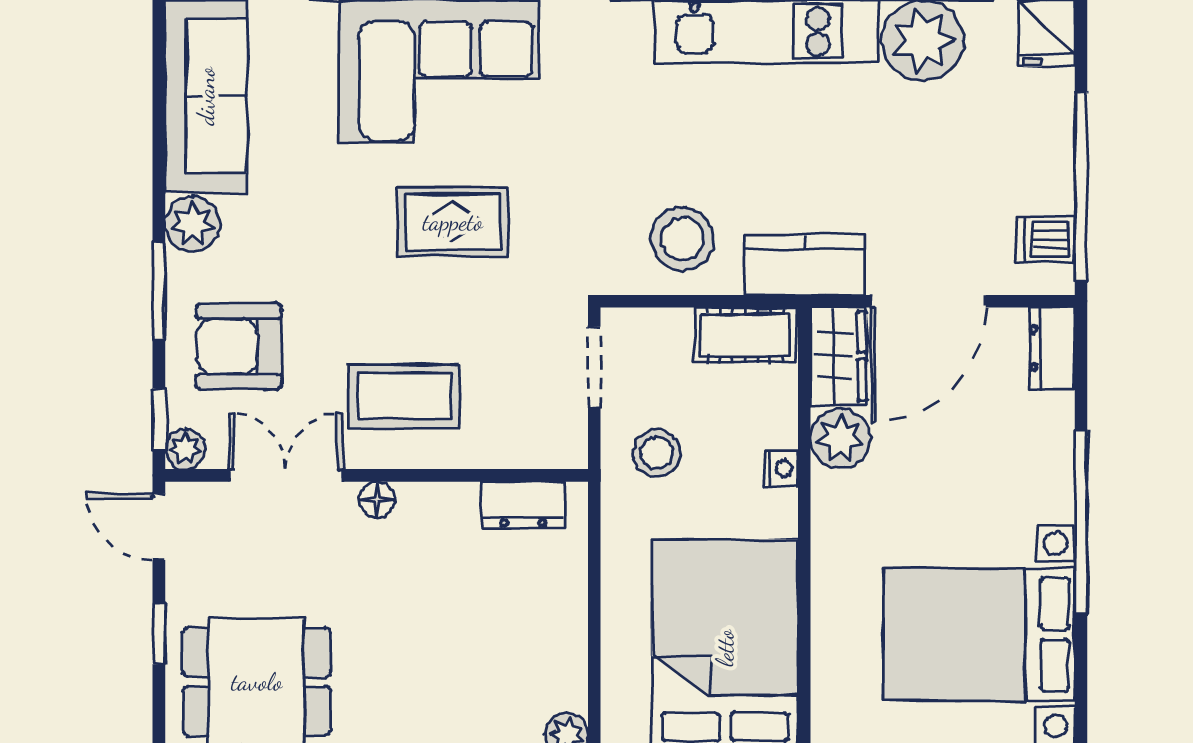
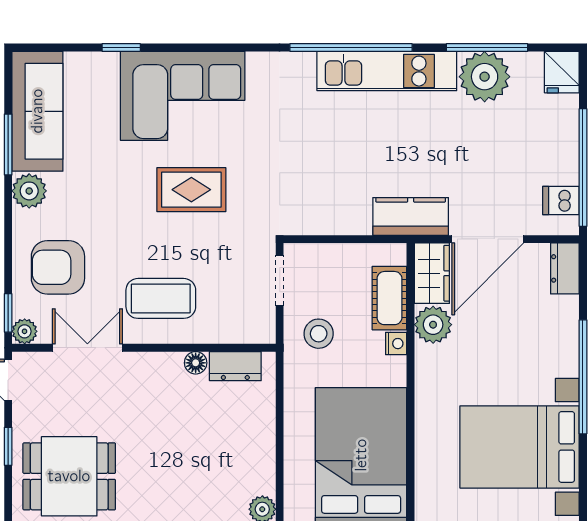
stool: (682, 239) -> (334, 200), removed
window: (159, 291) -> (8, 144), moved
cot: (745, 335) -> (389, 298), moved, turned 90
floor lamp: (377, 500) -> (196, 363), moved

